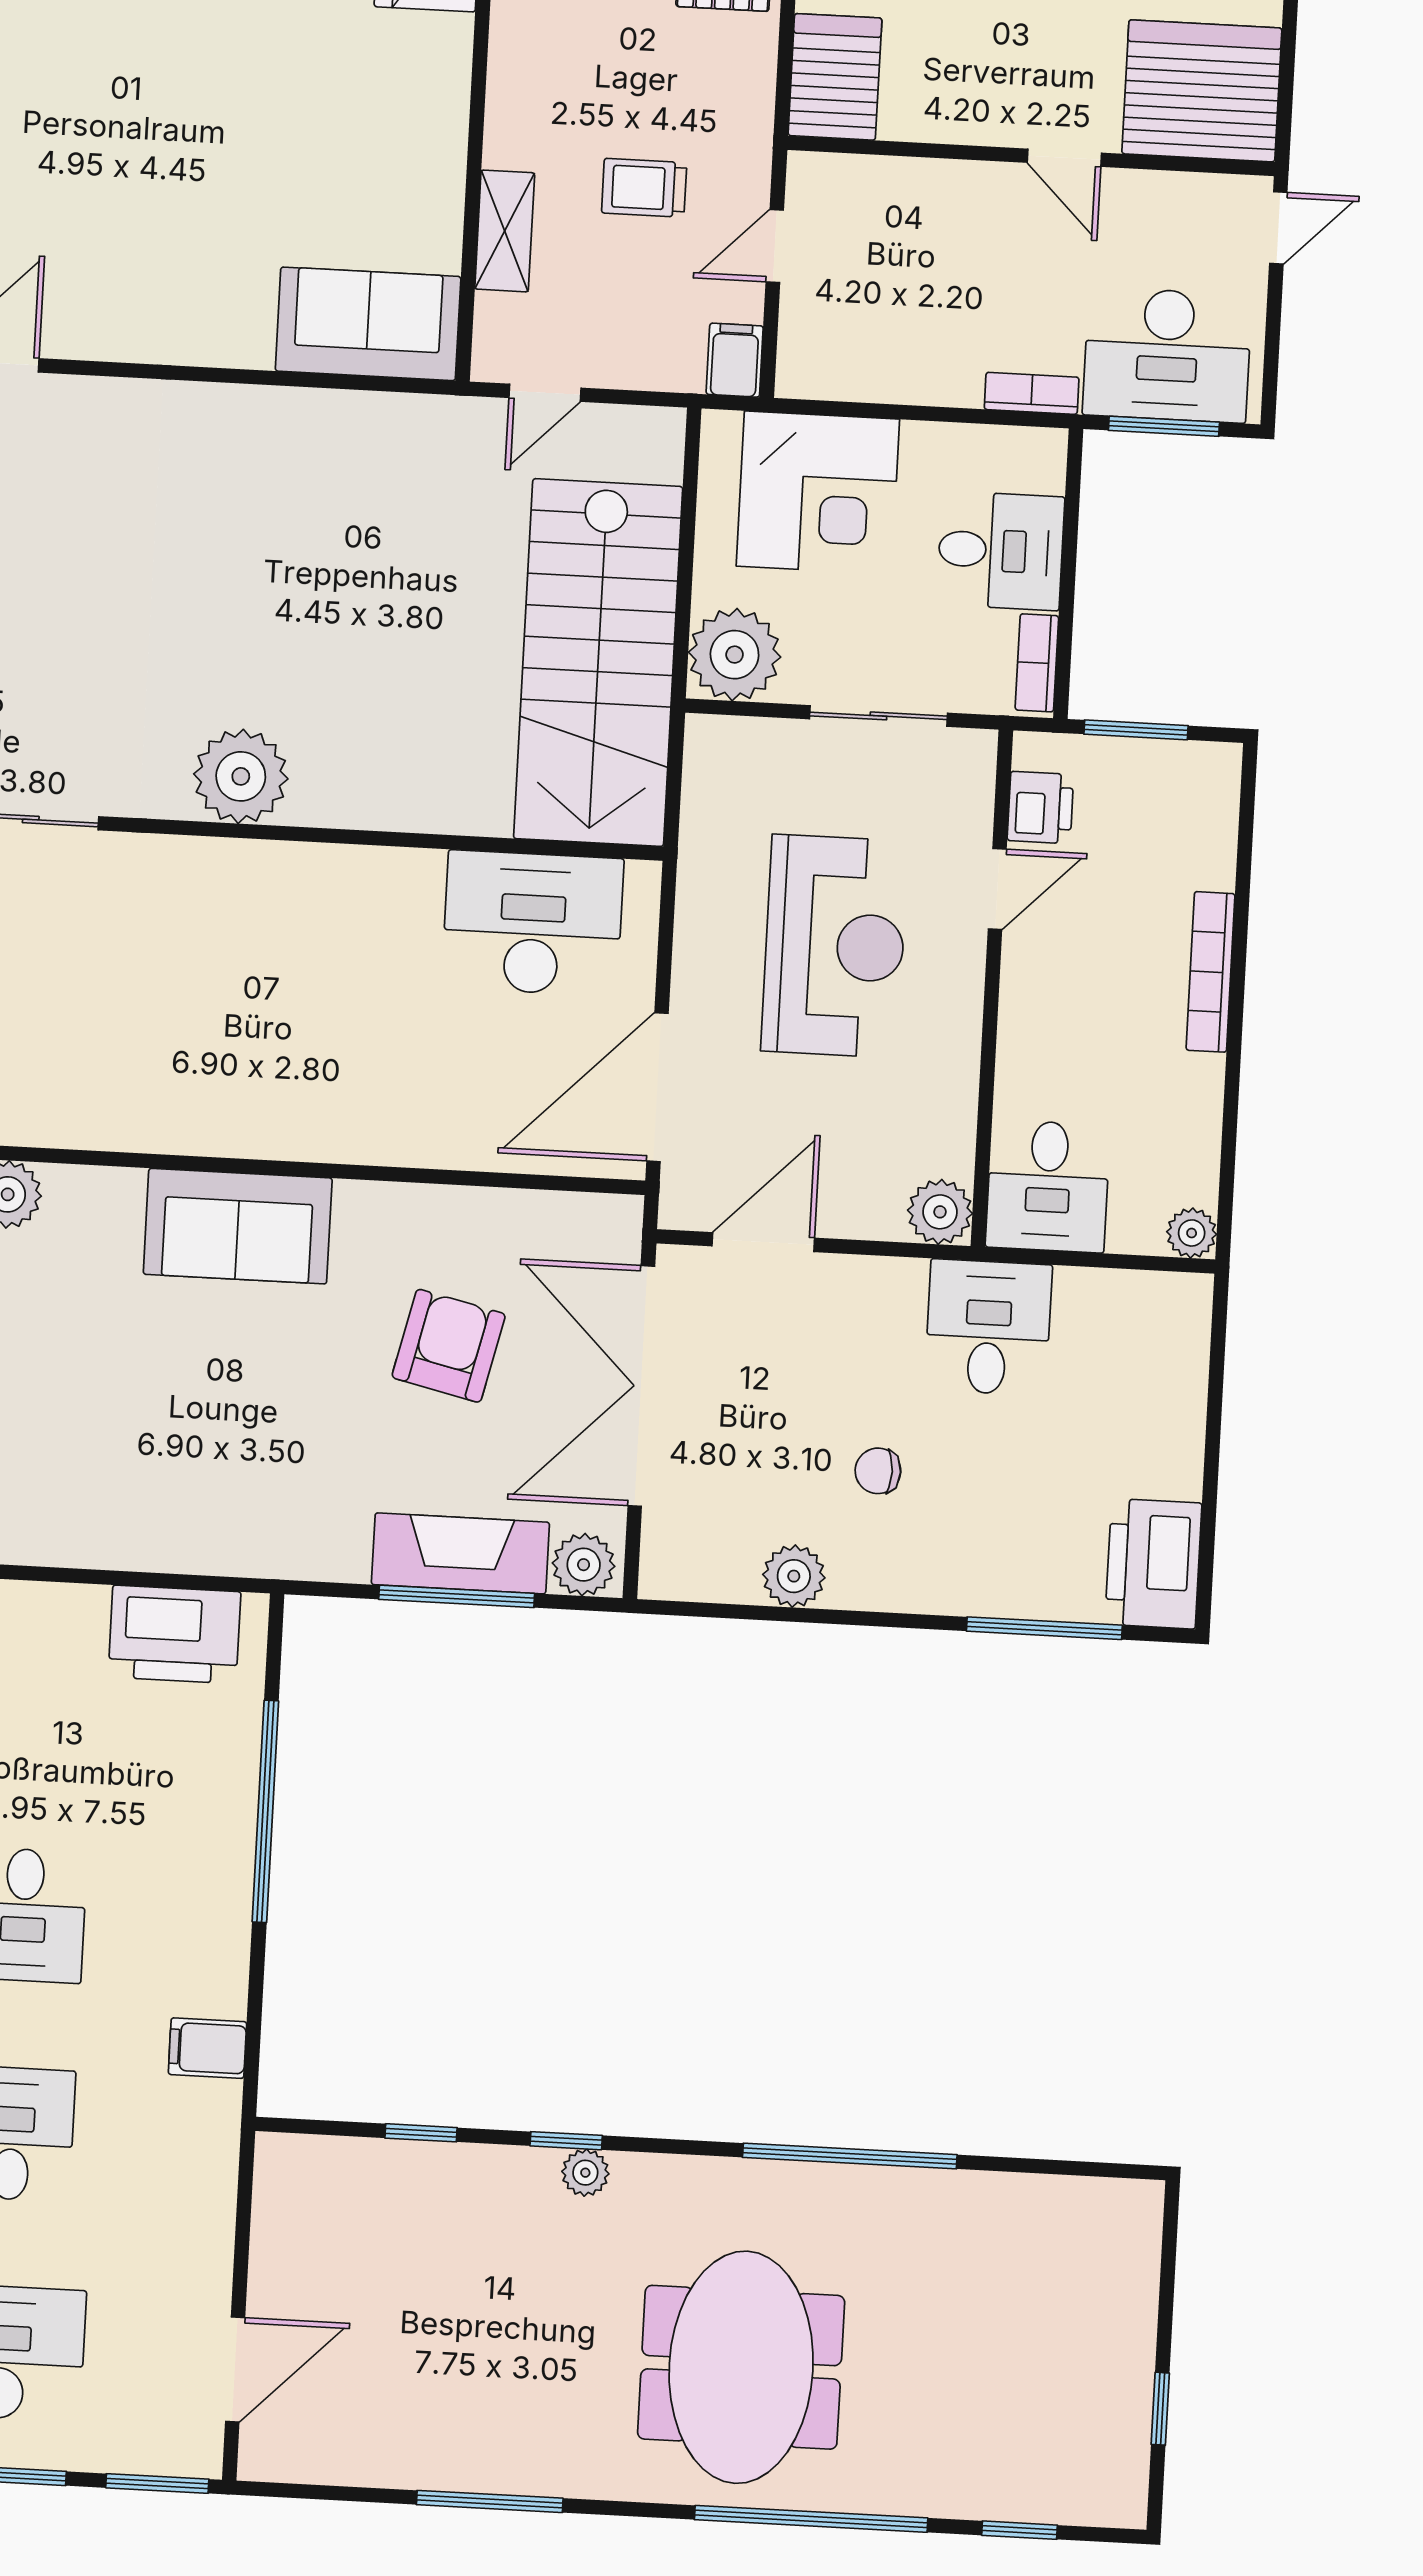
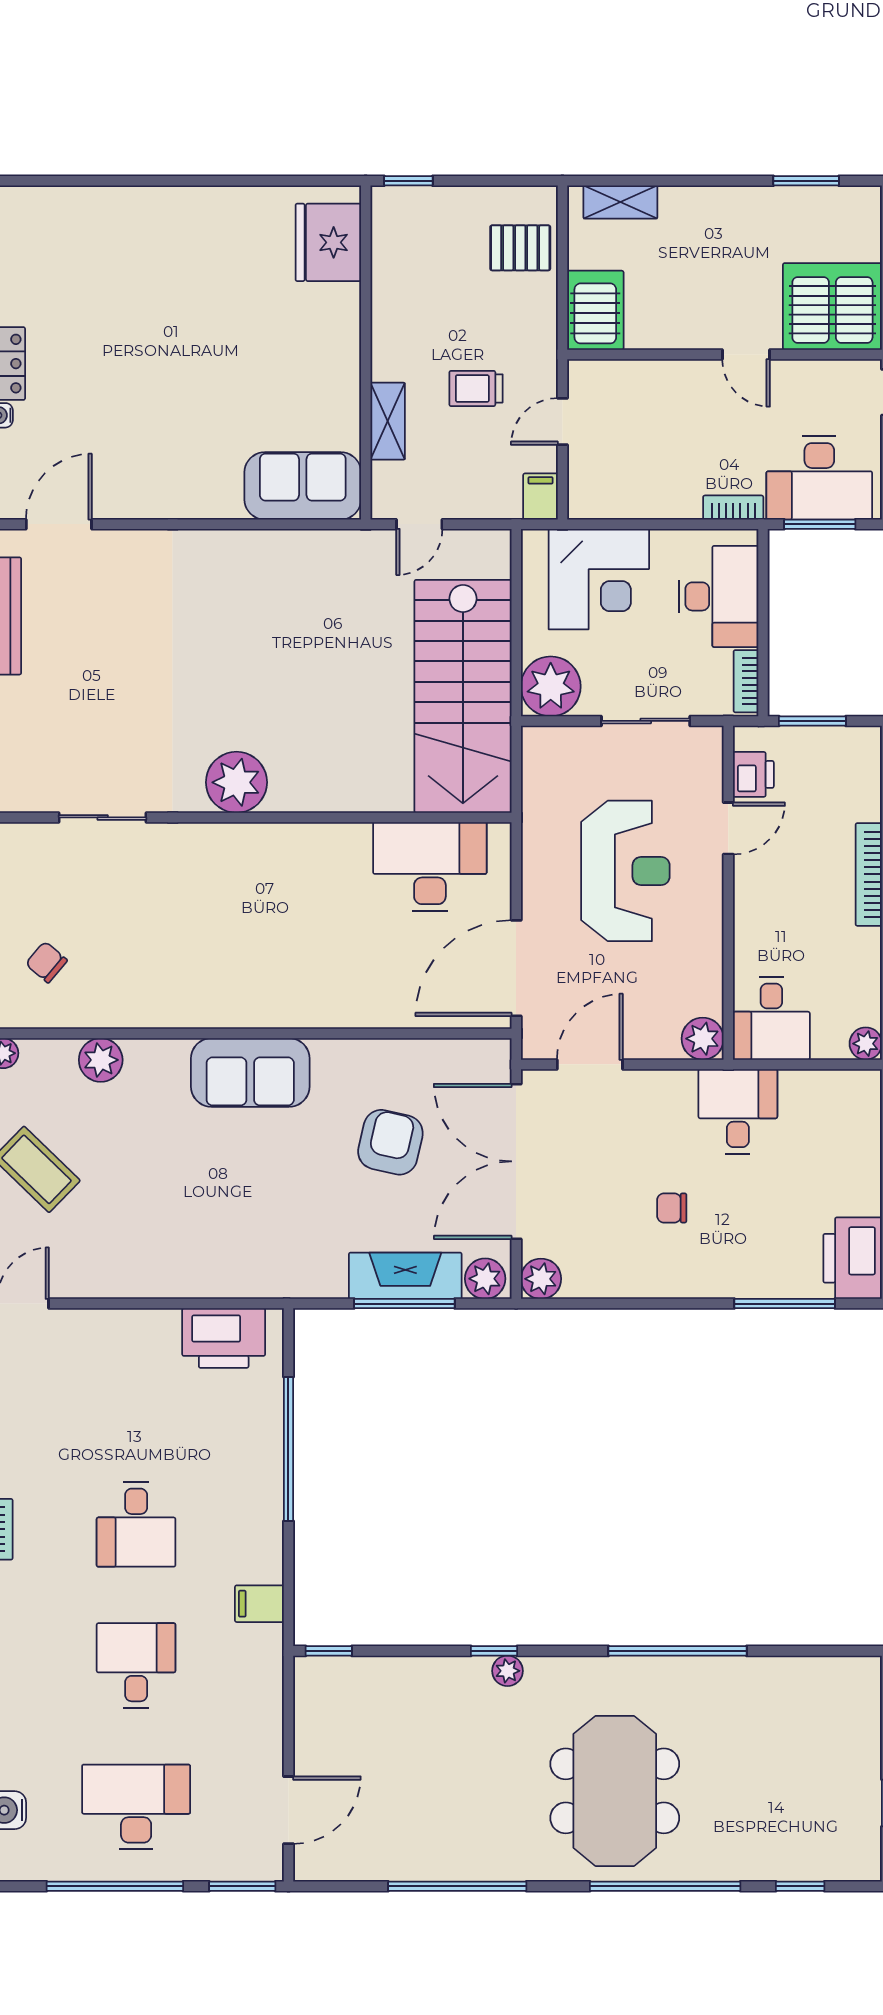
desk: (1001, 551) -> (719, 596), width x1.37
plant: (794, 1576) -> (541, 1279), moved
window: (421, 2133) -> (329, 1651), moved
window: (490, 2501) -> (457, 1886), width x1.46

